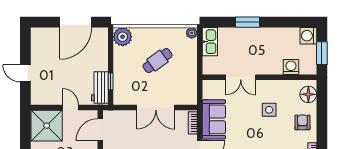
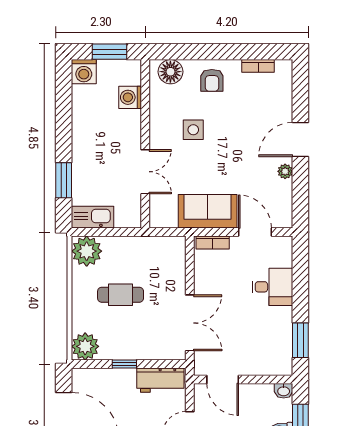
window: (248, 22) -> (64, 180), moved
plant: (192, 33) -> (87, 251), width x1.87, depth x1.87
cafe table: (157, 61) -> (121, 295), turned -54
window: (111, 81) -> (124, 364), moved
double door: (156, 107) -> (190, 323), moved
armchair: (302, 122) -> (212, 80), turned -90

